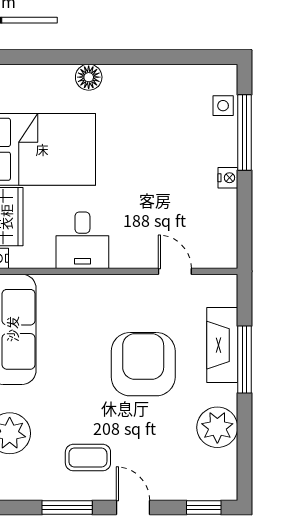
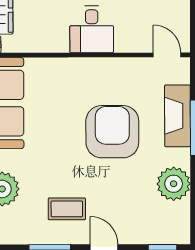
desk: (82, 240) -> (92, 29), moved
door: (175, 271) -> (167, 55), moved

